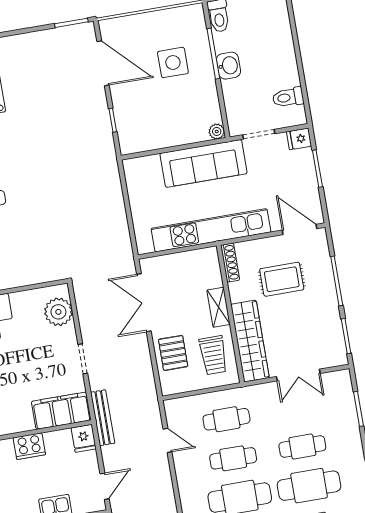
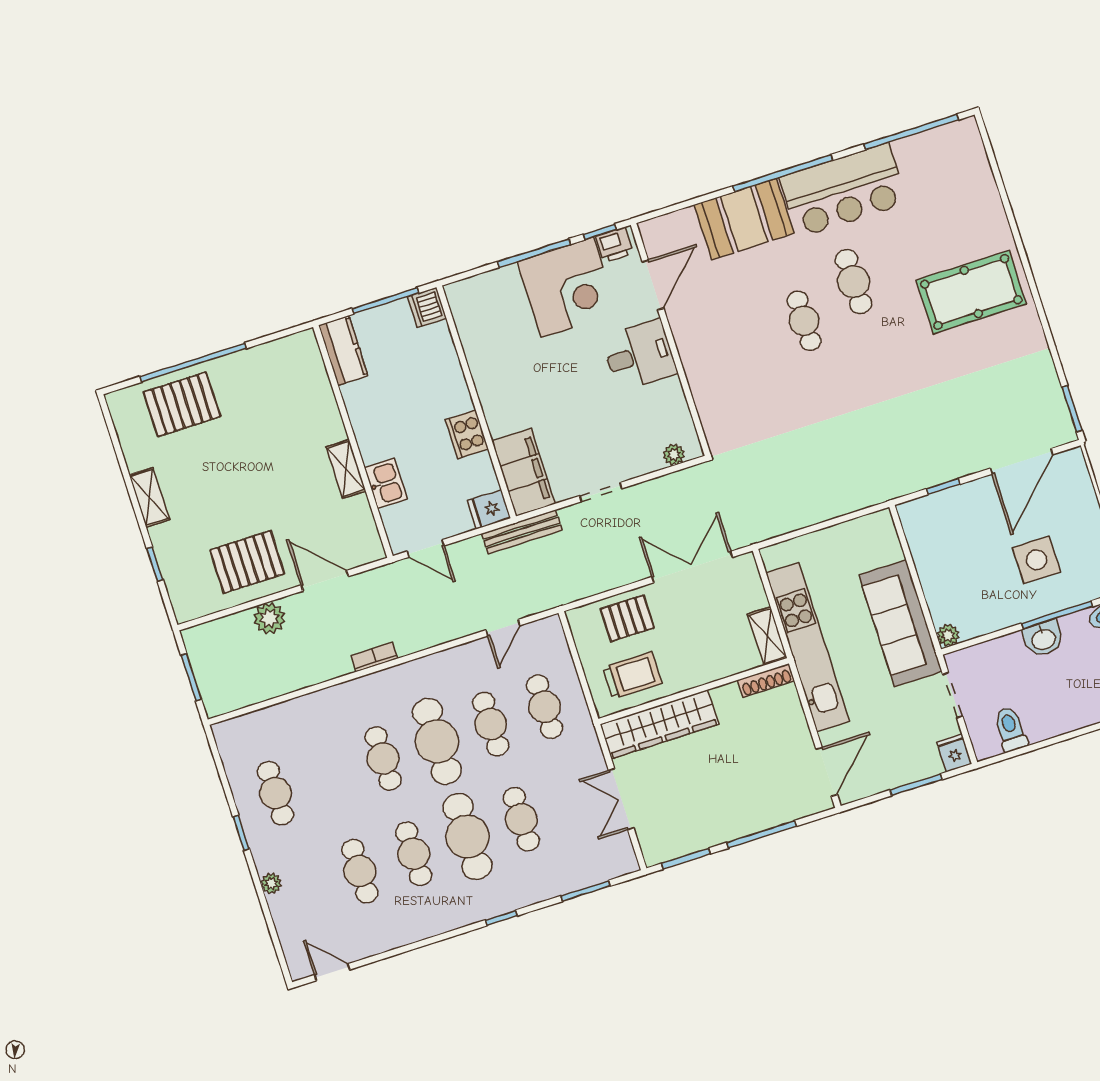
rug: (282, 279) -> (753, 757), removed
shelving: (218, 307) -> (767, 636), moved, turned 90
plant: (58, 312) -> (674, 455), width x0.53, depth x0.53
trolley: (213, 355) -> (632, 675), turned 180

